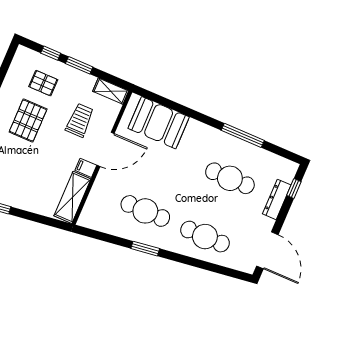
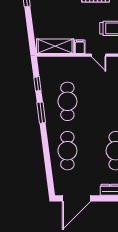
door: (106, 149) -> (99, 55), width x0.53
window: (109, 238) -> (37, 84), added

